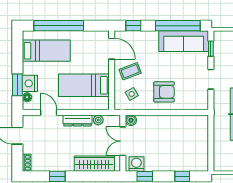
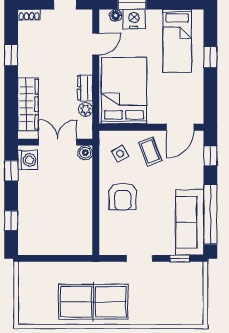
window: (59, 26) -> (210, 57), width x0.32
bed: (84, 85) -> (124, 90), width x1.50
dresser: (78, 120) -> (85, 88), width x0.70

